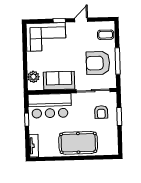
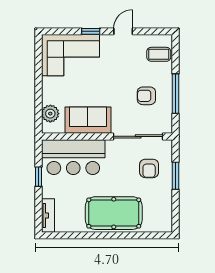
armchair: (98, 63) -> (146, 96), width x0.53, depth x0.53

